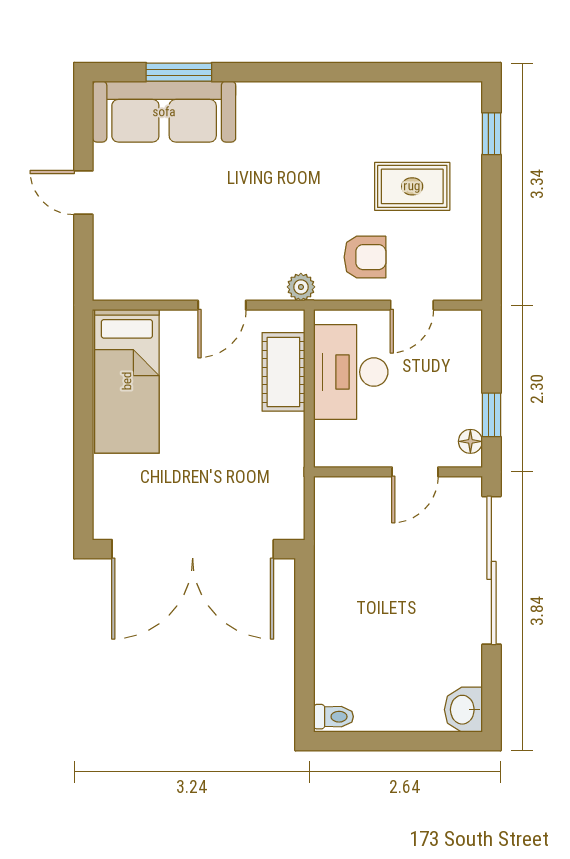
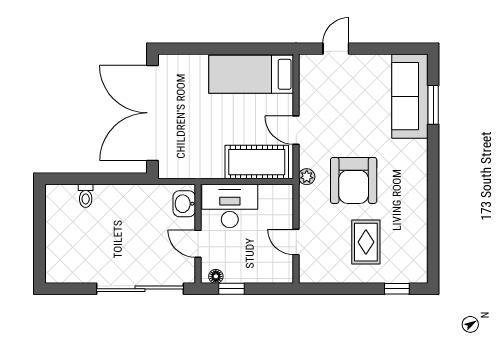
door: (83, 193) -> (336, 49), moved
armchair: (365, 257) -> (354, 180), moved, width x1.88, depth x1.88
cot: (283, 372) -> (257, 162), width x1.37, depth x1.34
desk: (351, 372) -> (230, 206), moved
washbasin: (463, 710) -> (184, 204), moved, turned -90
toilet: (333, 717) -> (86, 196), moved

